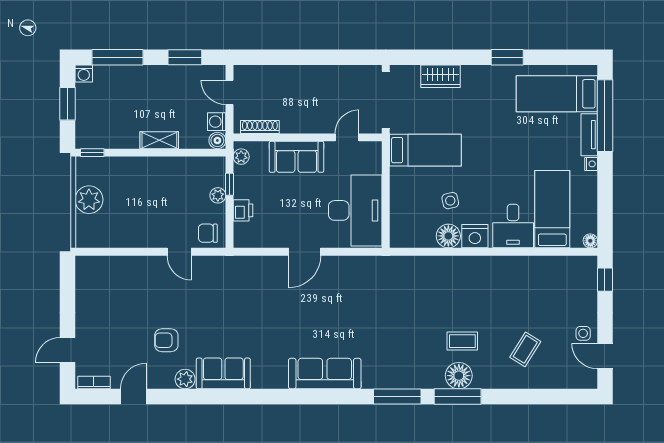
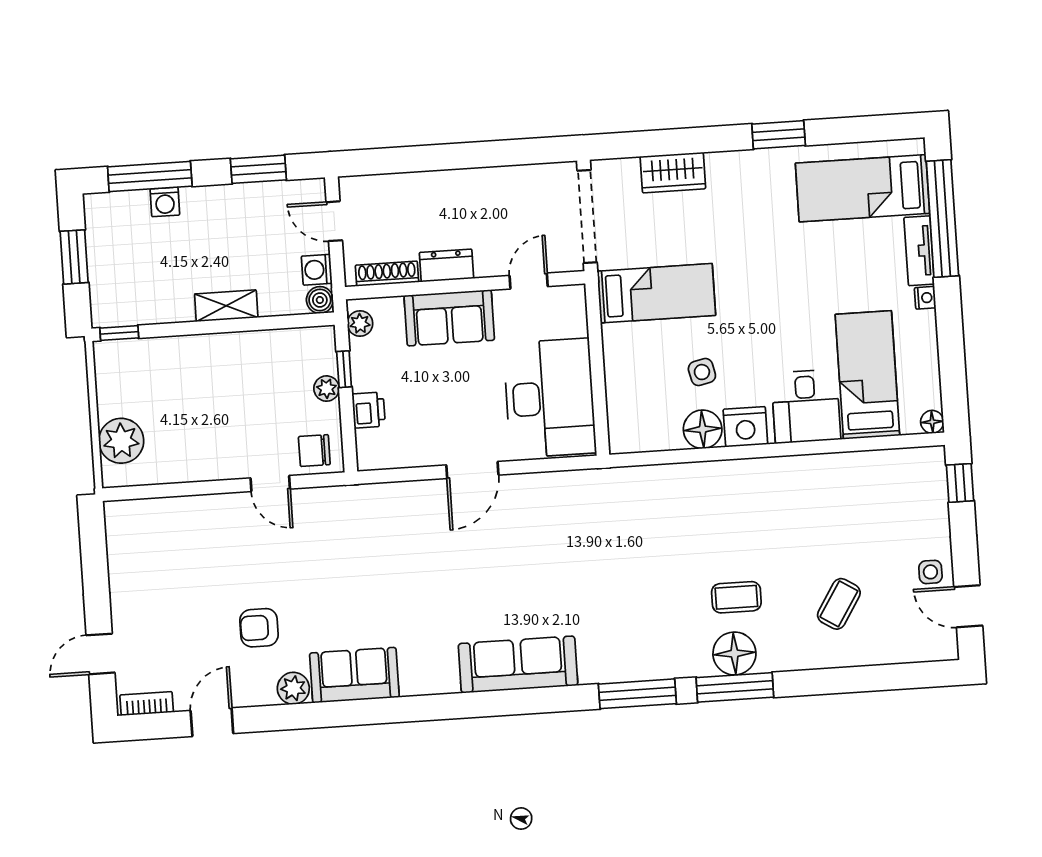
washing machine: (84, 74) -> (165, 202), moved
dresser: (297, 124) -> (446, 265), added
plant: (89, 200) -> (121, 441), moved

